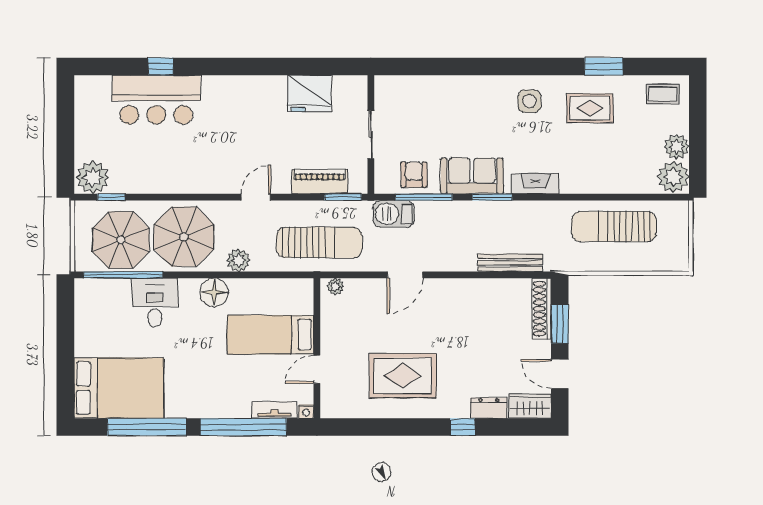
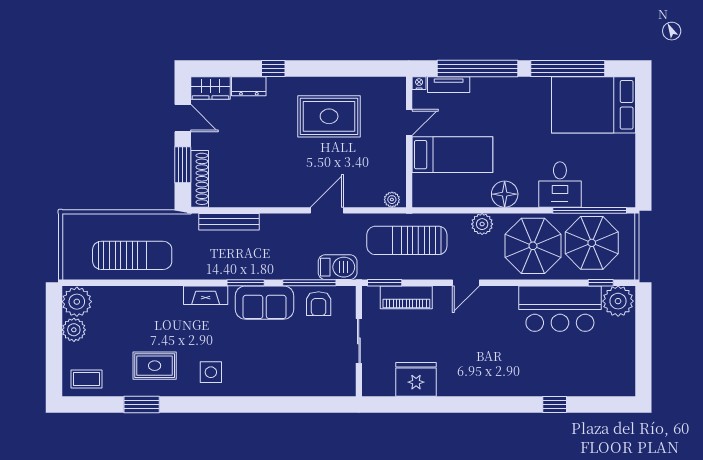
bar counter: (156, 100) -> (560, 309), moved, turned 180

